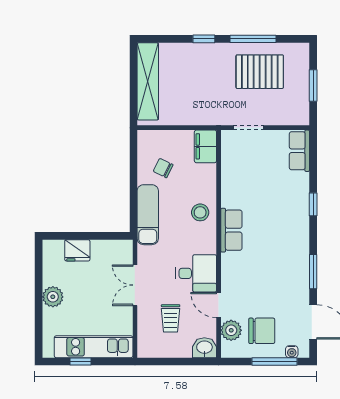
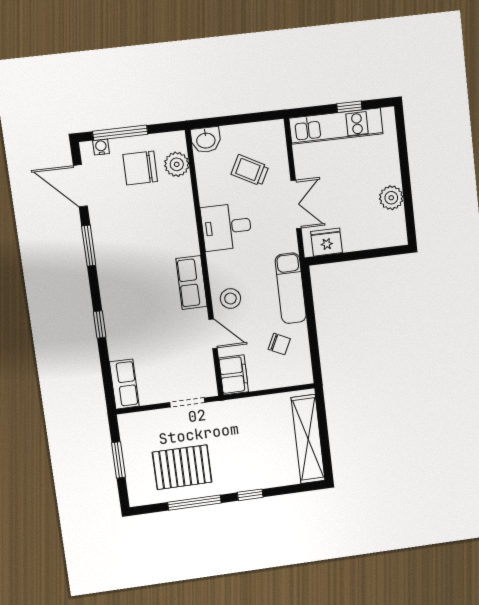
fridge: (77, 250) -> (327, 242), moved
plant: (53, 297) -> (391, 198), moved
door: (219, 305) -> (213, 334), moved
trolley: (171, 318) -> (250, 170), turned -62

